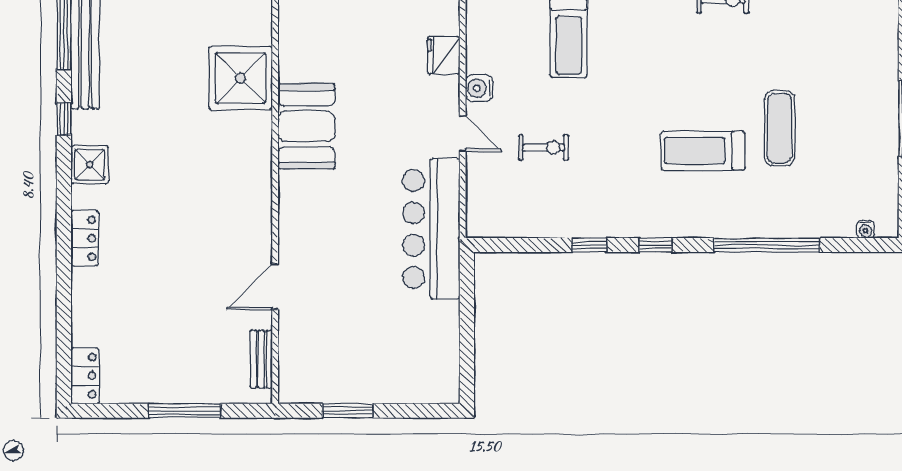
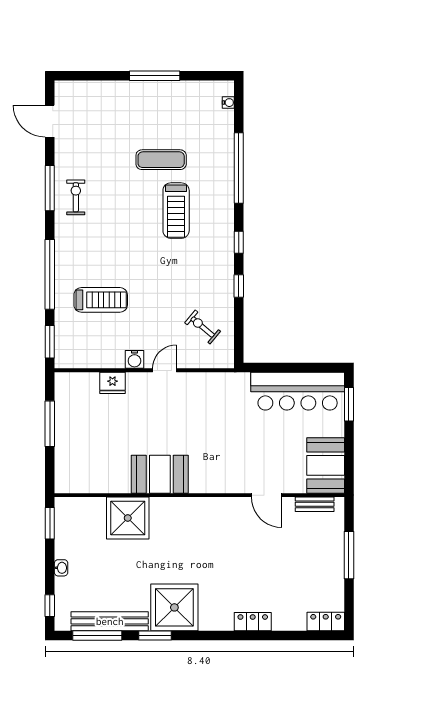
window: (64, 119) -> (155, 636), width x1.50
exercise bike: (544, 147) -> (203, 327), moved, turned -50
shower: (90, 165) -> (174, 607), width x1.86, depth x1.86
bar counter: (431, 229) -> (298, 391), moved
locker: (85, 238) -> (253, 622), moved
booth: (320, 376) -> (326, 465), added
window: (348, 411) -> (349, 404), moved

